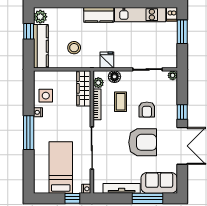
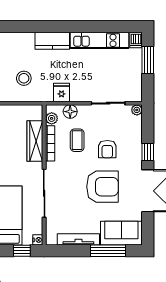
wardrobe: (84, 88) -> (35, 141), moved

